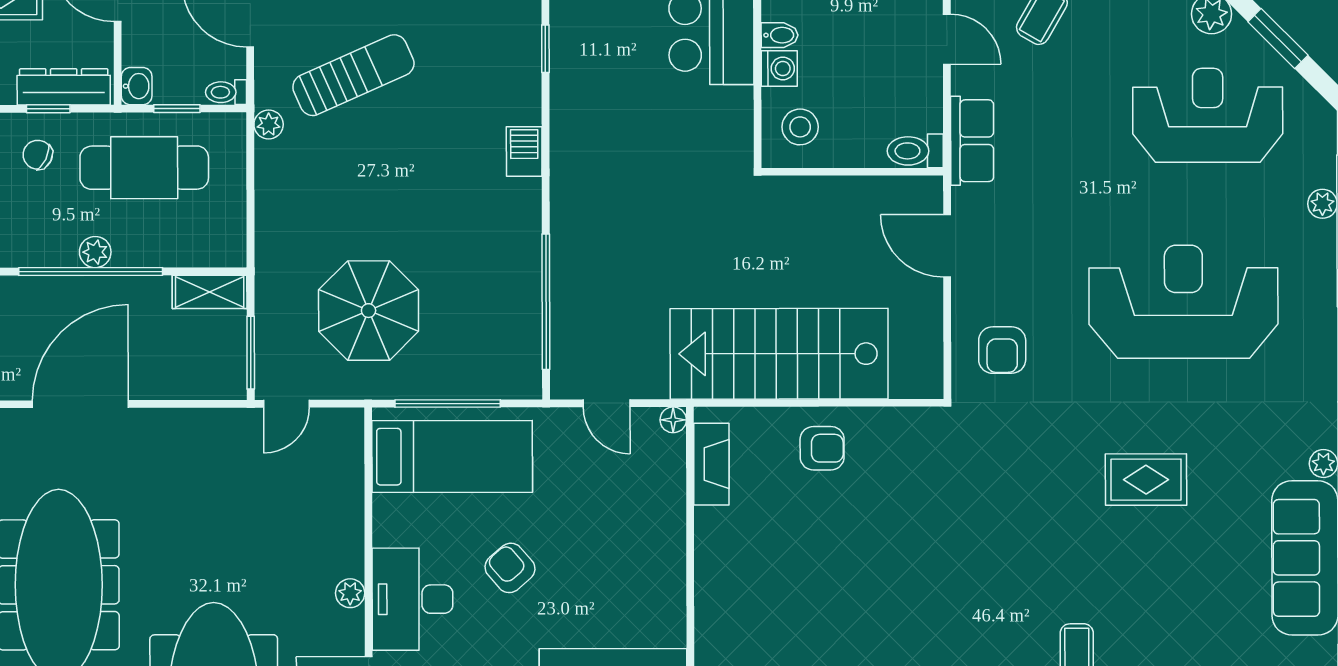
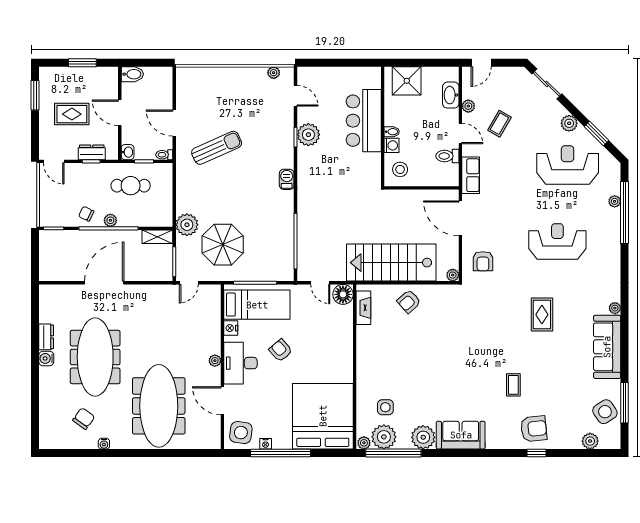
plant: (577, 43) -> (308, 135), added
dresser: (64, 87) -> (92, 152), width x0.70
plant: (269, 125) -> (187, 225), moved, width x1.88, depth x1.88
toilet: (915, 151) -> (447, 156), moved
chair: (38, 155) -> (86, 214), moved
cafe table: (144, 168) -> (131, 186), width x0.73, depth x0.74
door: (947, 246) -> (460, 218), width x1.36
reception desk: (1183, 302) -> (557, 241), width x0.74, depth x0.77
plant: (929, 384) -> (453, 275), added
floor lamp: (673, 420) -> (343, 294), width x1.89, depth x1.89
armchair: (822, 448) -> (409, 301), turned 139
rug: (1146, 480) -> (542, 315), turned 90
nightstand: (389, 514) -> (231, 328), added

